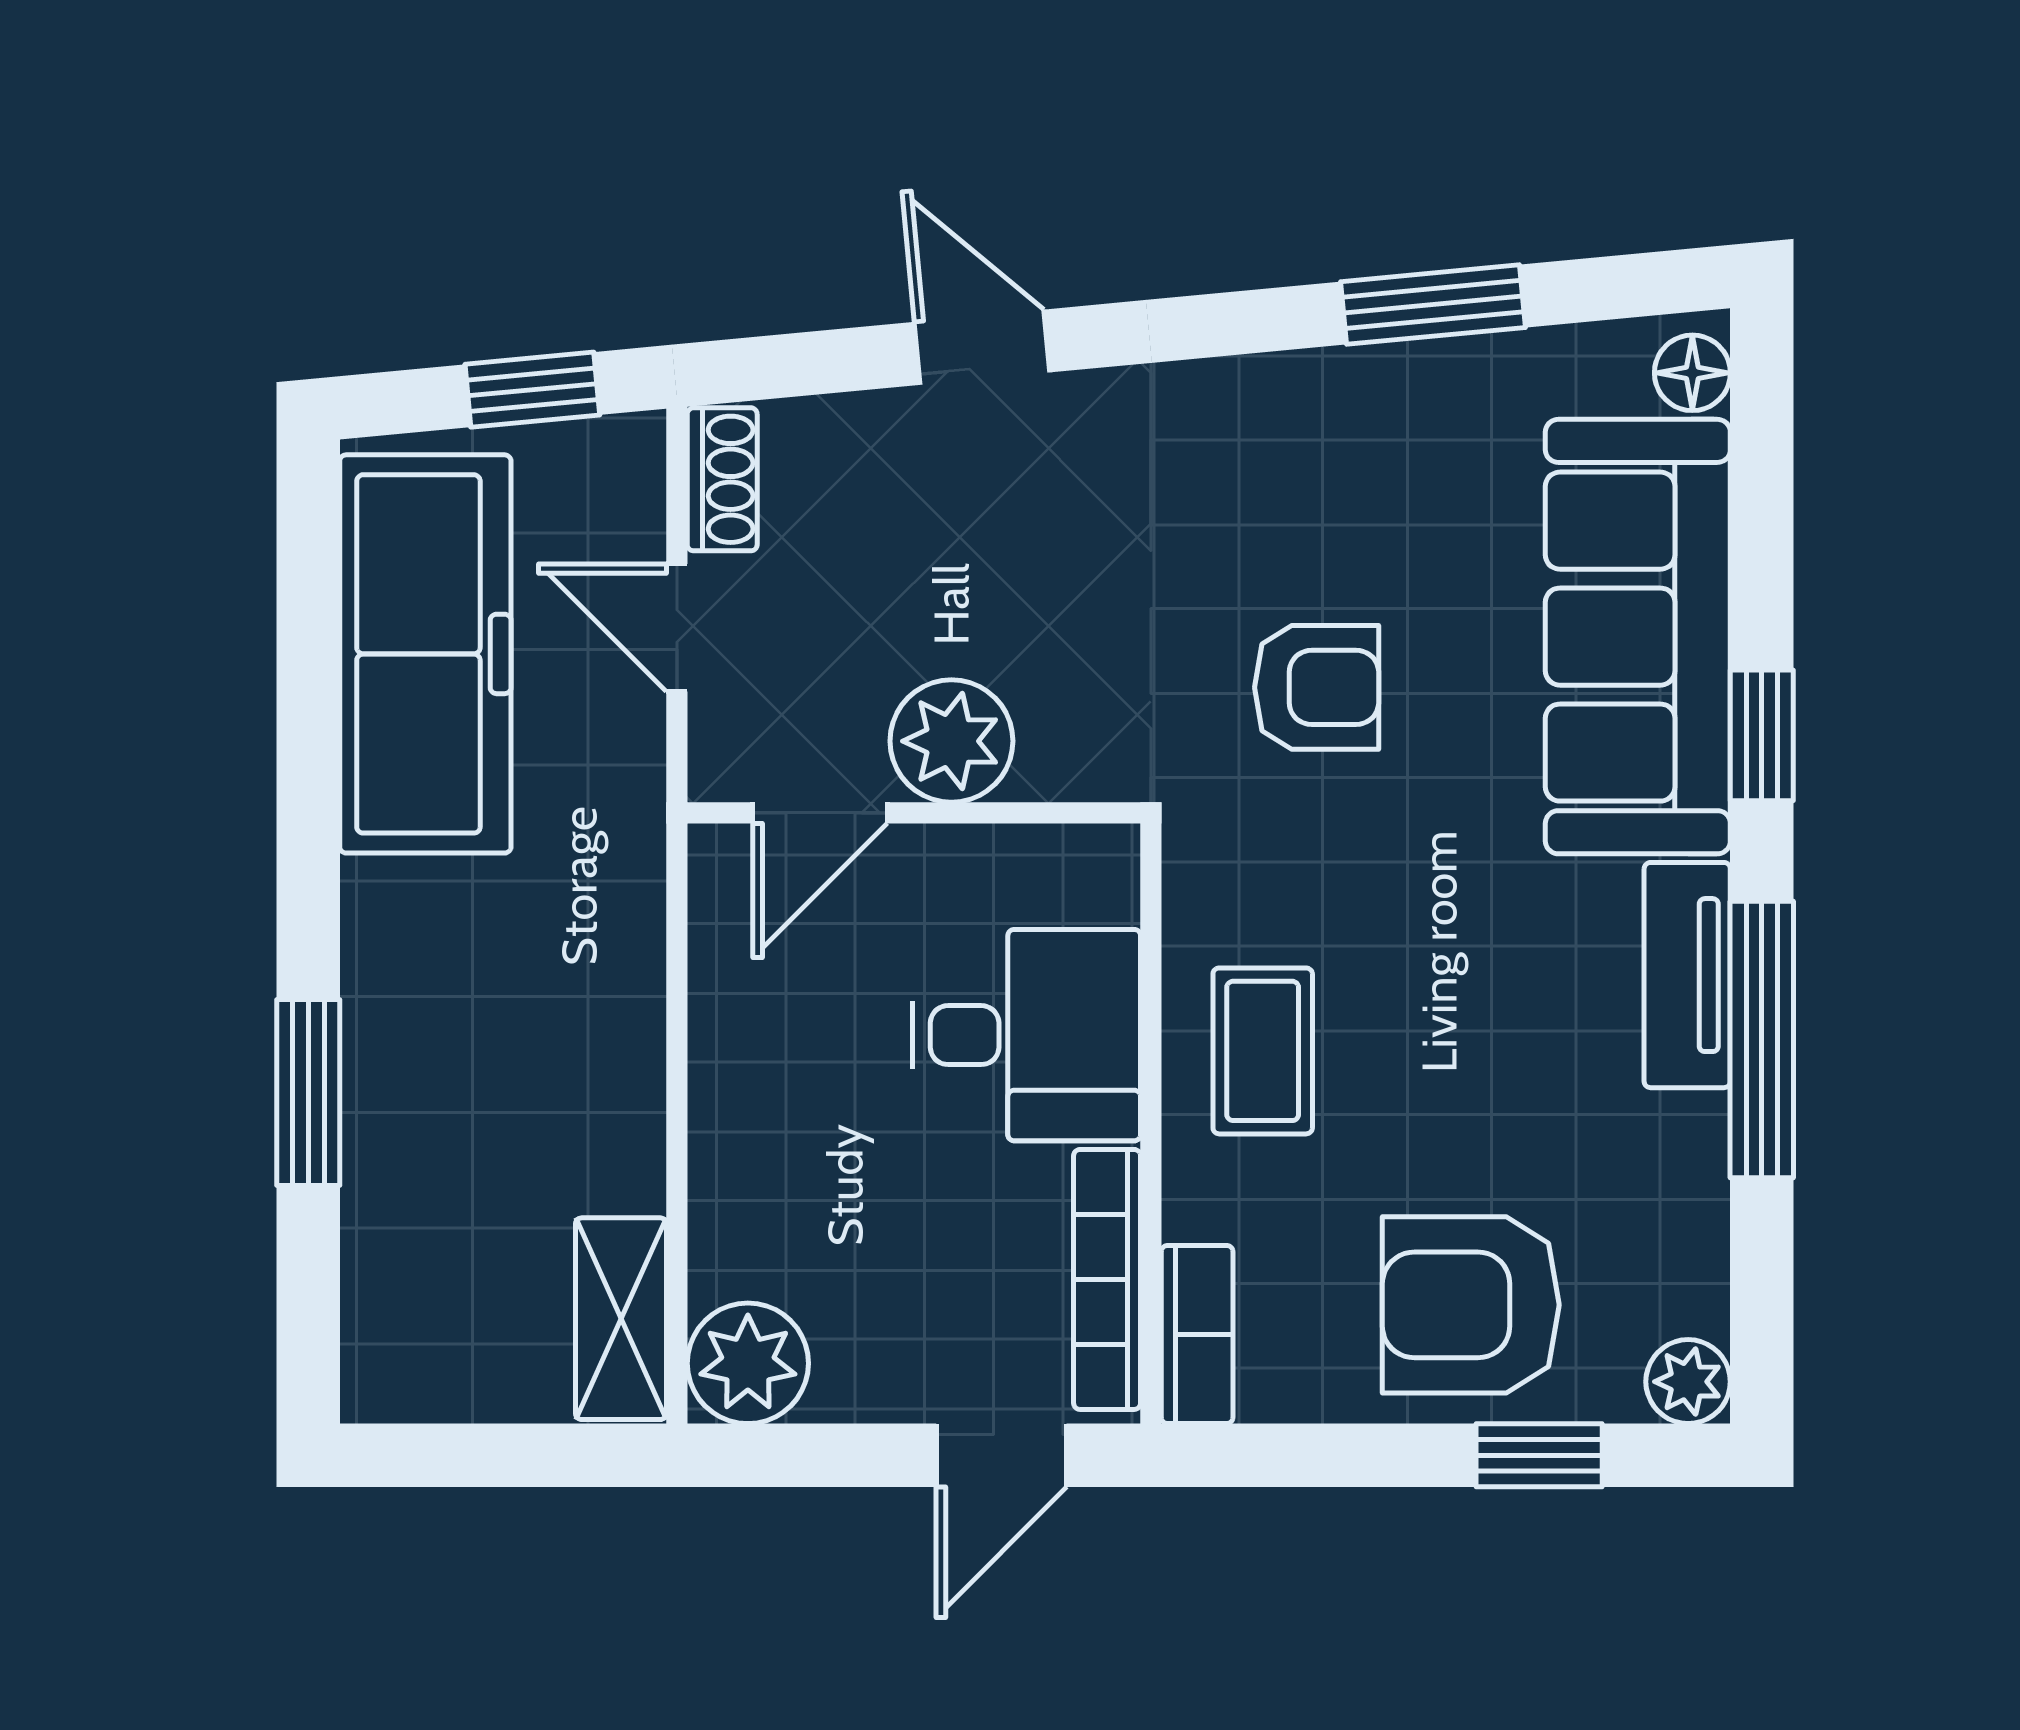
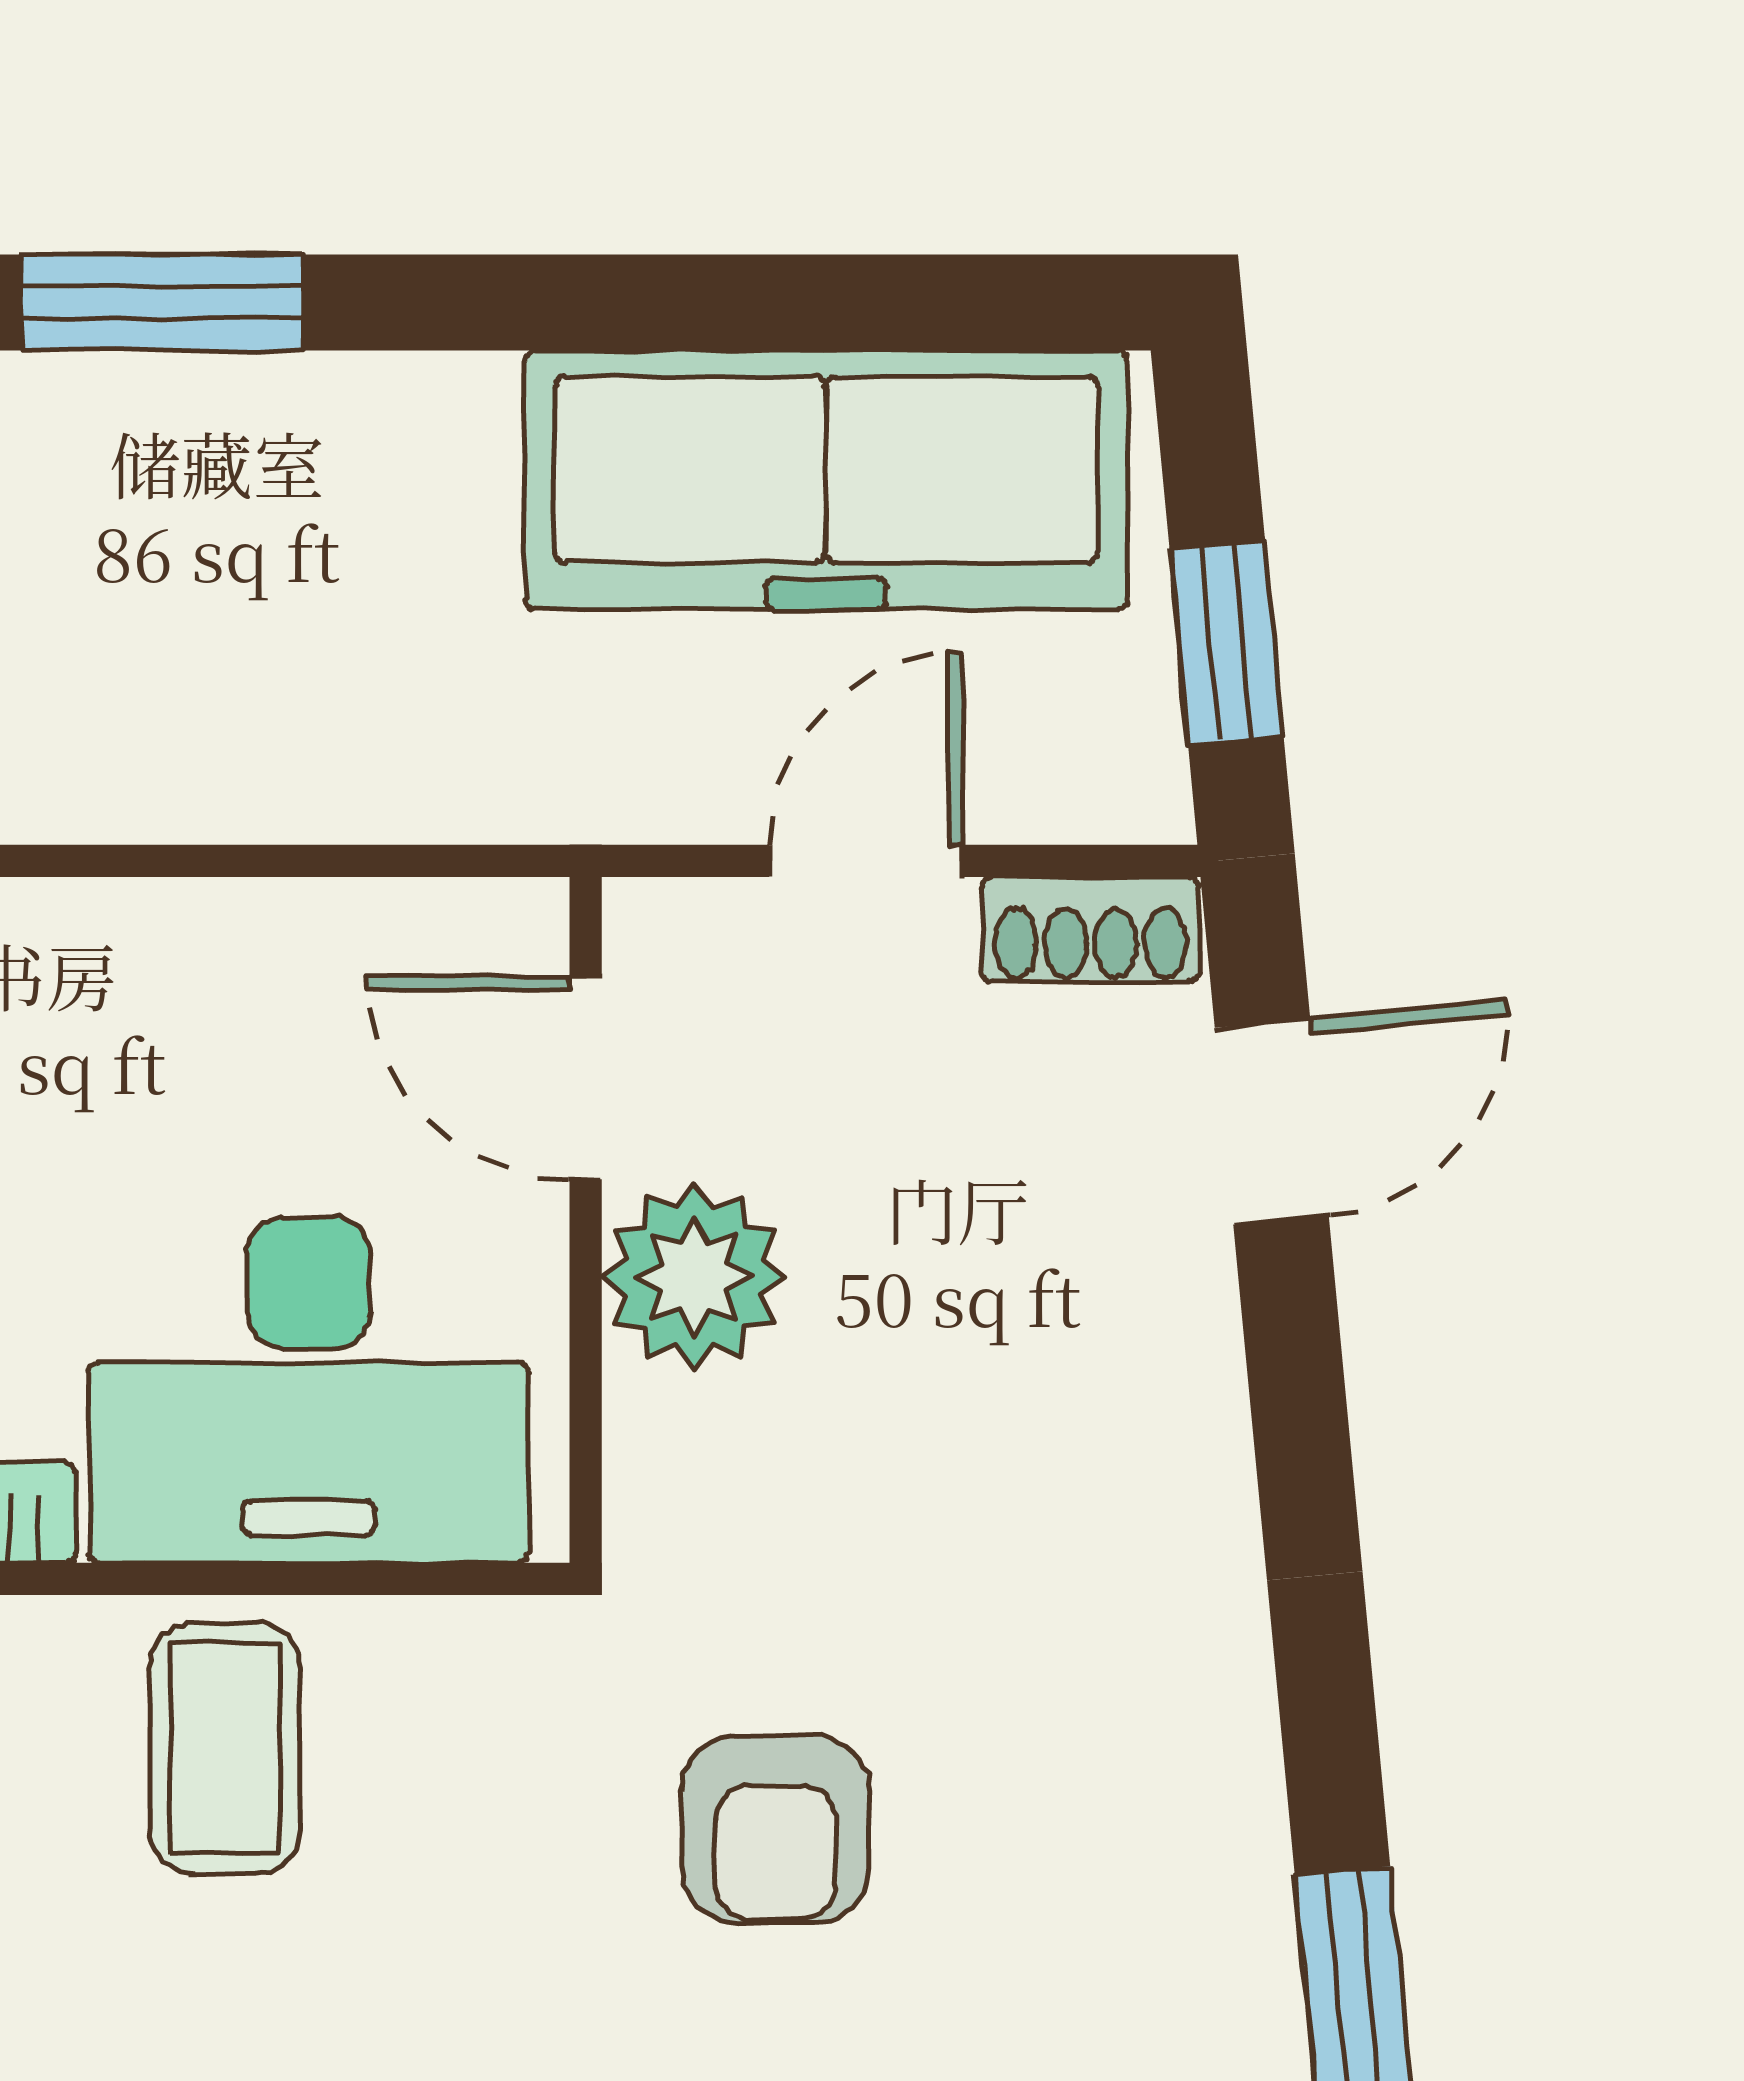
door: (982, 347) -> (1272, 1122), moved
desk: (1026, 1035) -> (309, 1390), width x1.37
coffee table: (1263, 1051) -> (225, 1748), turned 90

